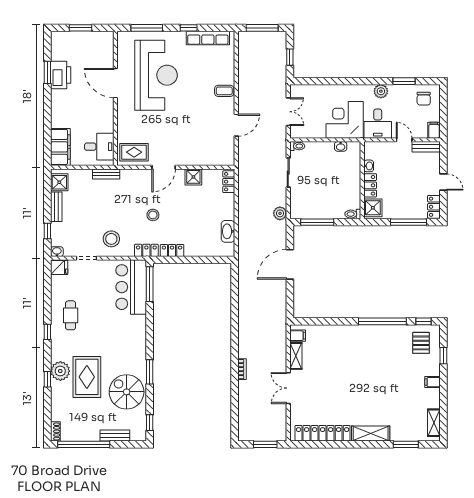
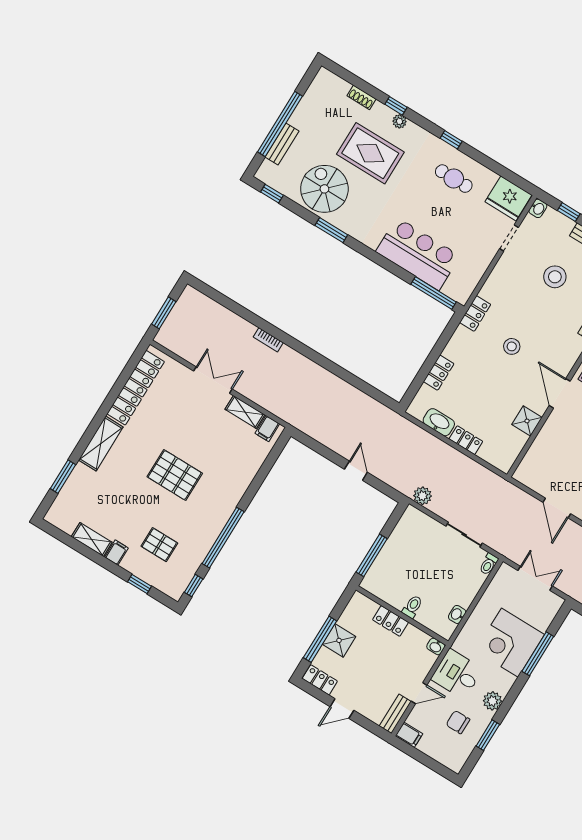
window: (334, 81) -> (538, 654), added
chair: (424, 99) -> (458, 722), moved
double door: (288, 112) -> (535, 578), swing flipped
corner desk: (345, 120) -> (510, 643), moved, turned 180
washbasin: (369, 166) -> (436, 646), moved
locker: (229, 182) -> (466, 440), moved
shower: (373, 208) -> (339, 640), moved
toilet: (353, 214) -> (412, 607), moved
window: (317, 222) -> (372, 555), moved
stool: (111, 239) -> (555, 277), moved
locker: (172, 250) -> (439, 373), moved
door: (290, 264) -> (356, 471), width x0.53
fridge: (59, 267) -> (508, 198), width x1.88, depth x1.34
bar counter: (131, 287) -> (418, 254), moved
pallet: (421, 343) -> (159, 545), moved
plant: (60, 371) -> (399, 121), width x0.53, depth x0.53
pallet: (362, 376) -> (175, 475), added
spiral stairs: (127, 392) -> (324, 189), turned -90
shelving: (434, 423) -> (92, 539), moved
shoe rack: (55, 431) -> (362, 97), moved
window: (84, 444) -> (280, 124), moved

